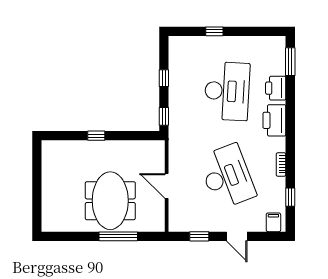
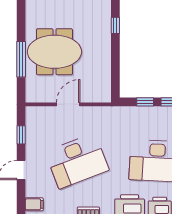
window: (164, 116) -> (145, 102), moved
window: (96, 136) -> (115, 25), moved

